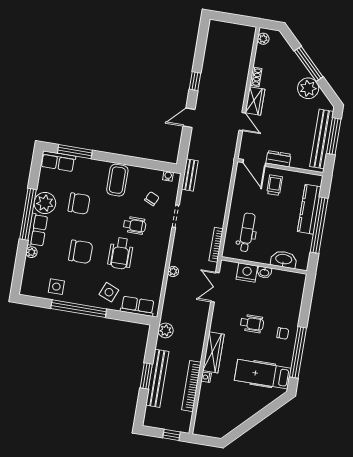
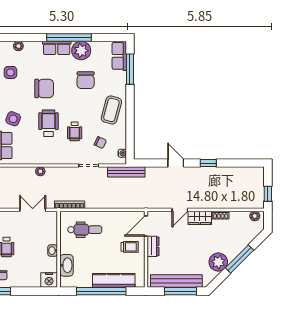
window: (241, 20) -> (268, 194), added
bench: (190, 175) -> (126, 172), width x1.36
coffee table: (117, 180) -> (111, 110), turned -75
plant: (32, 252) -> (18, 46), moved
chair: (81, 252) -> (44, 88), turned -90
wheelchair: (121, 253) -> (48, 123), turned 90
nightstand: (247, 273) -> (49, 280), moved, turned 90

